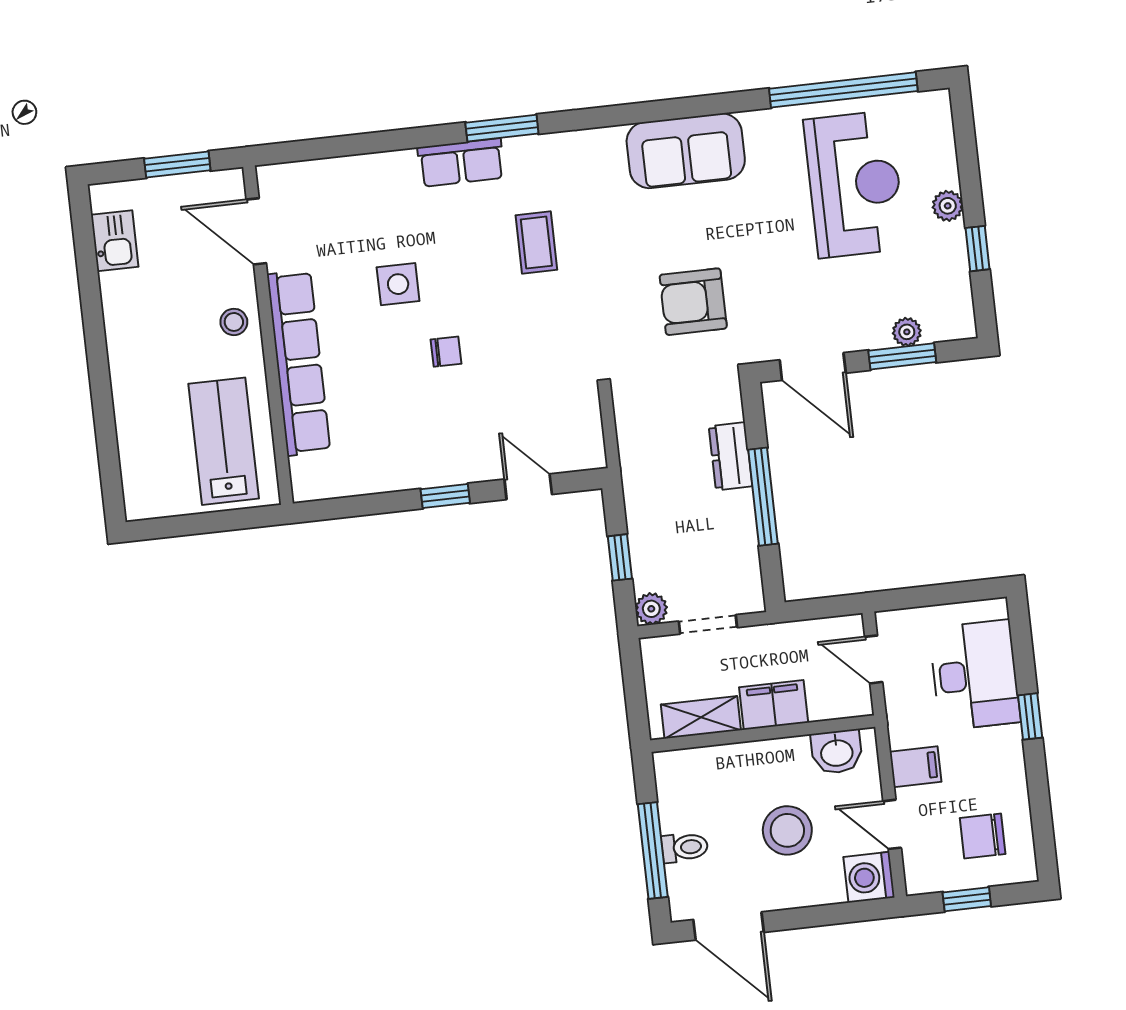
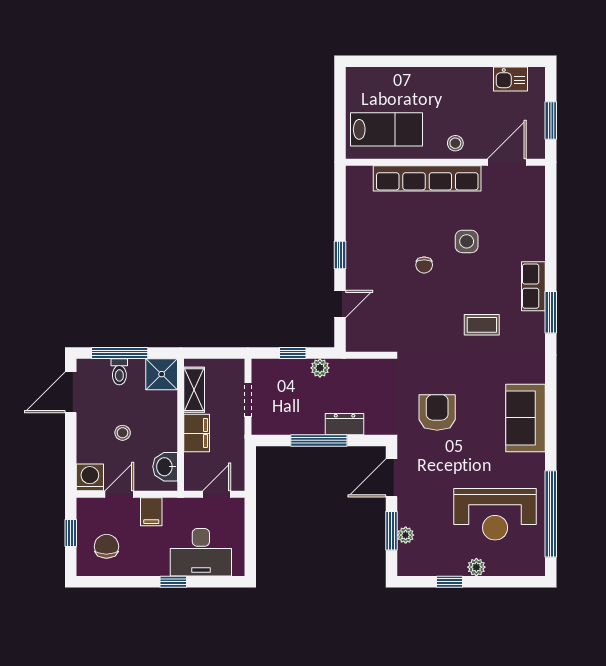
plant: (651, 609) -> (320, 368), moved
shower: (681, 775) -> (162, 374), added
stool: (787, 830) -> (123, 433), width x0.53, depth x0.53

